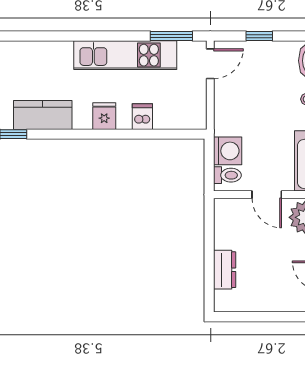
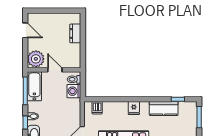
dishwasher: (142, 117) -> (97, 108), moved

